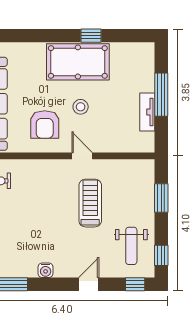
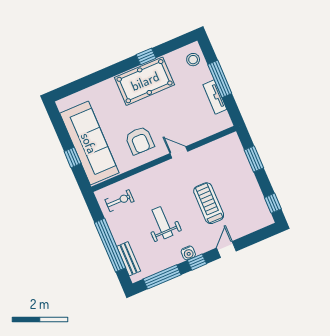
stool: (81, 107) -> (193, 60), moved
treadmill: (90, 203) -> (209, 203), moved
weight bench: (131, 246) -> (162, 223), moved, turned 180
window: (135, 284) -> (197, 262), moved

